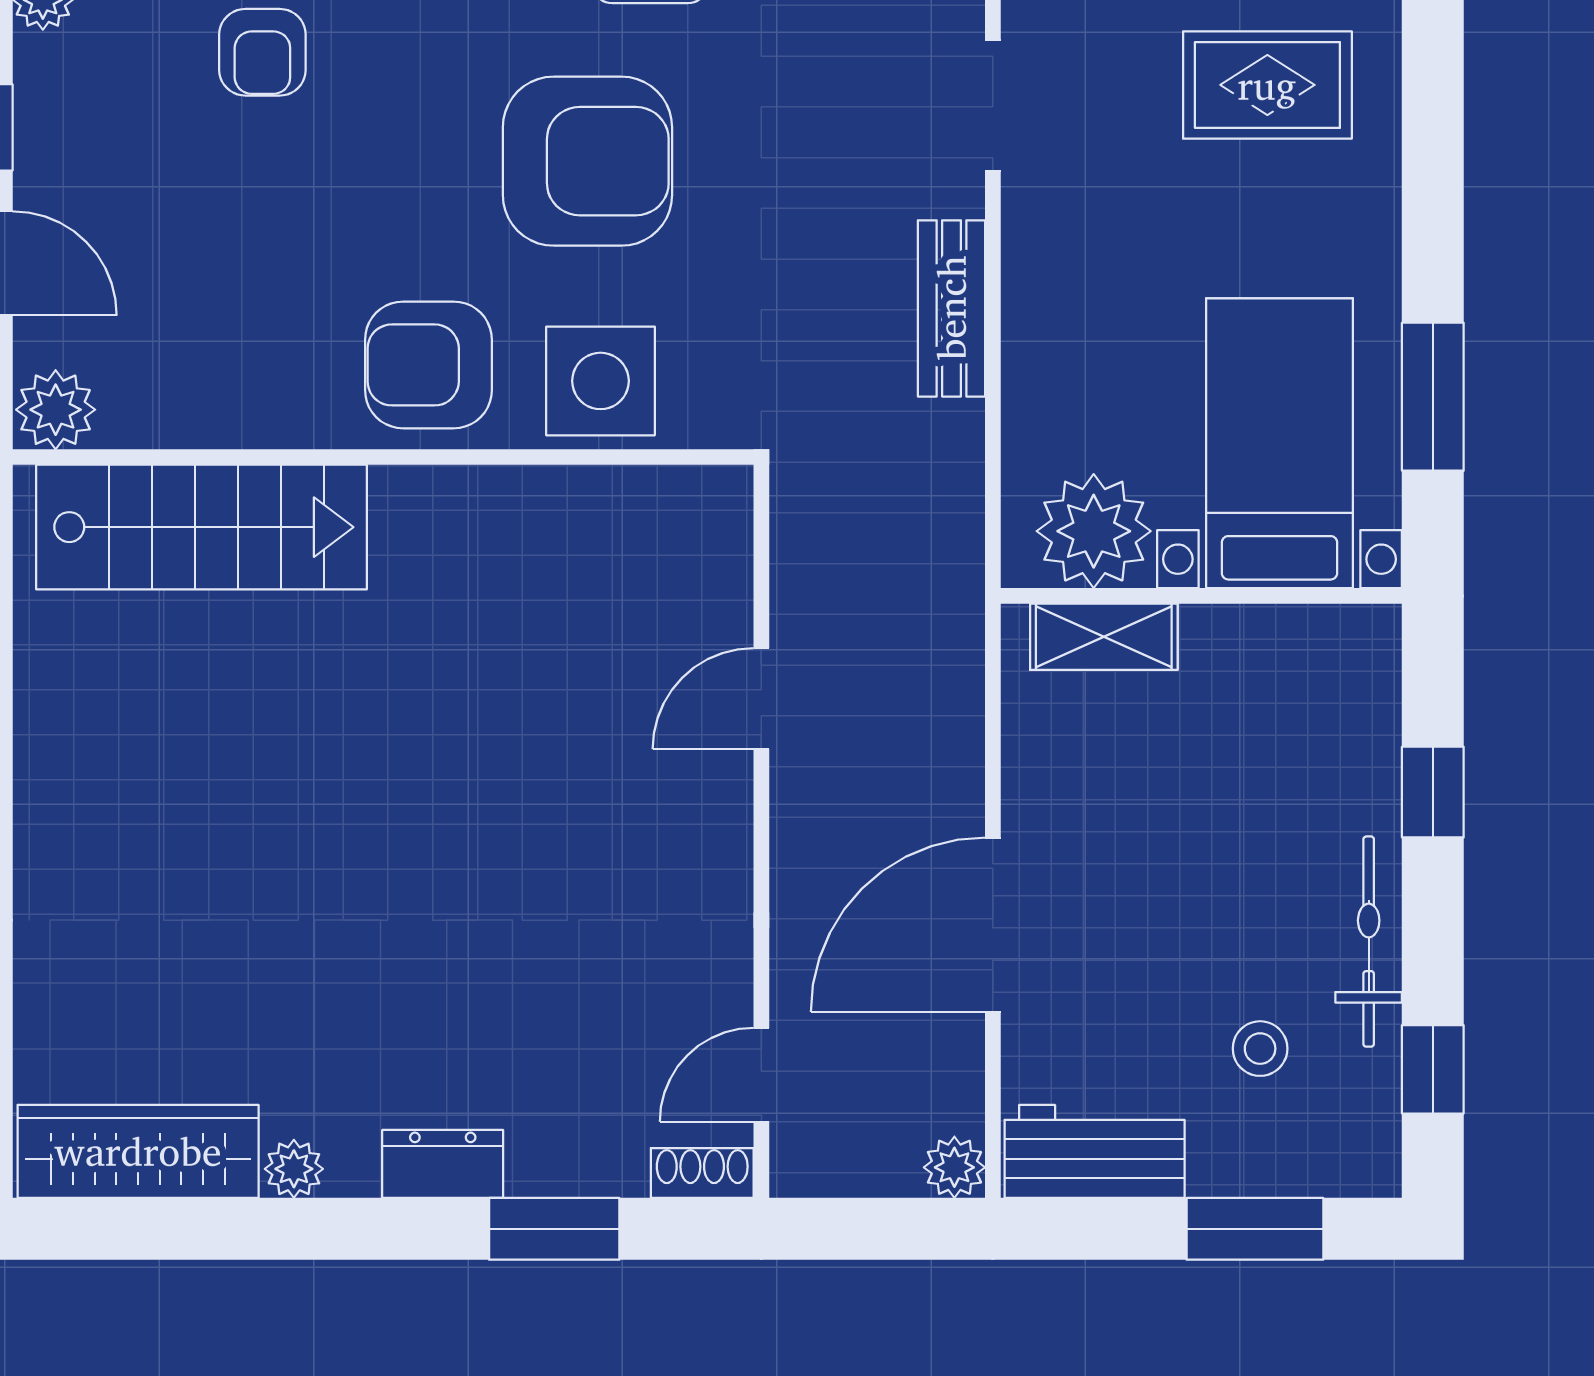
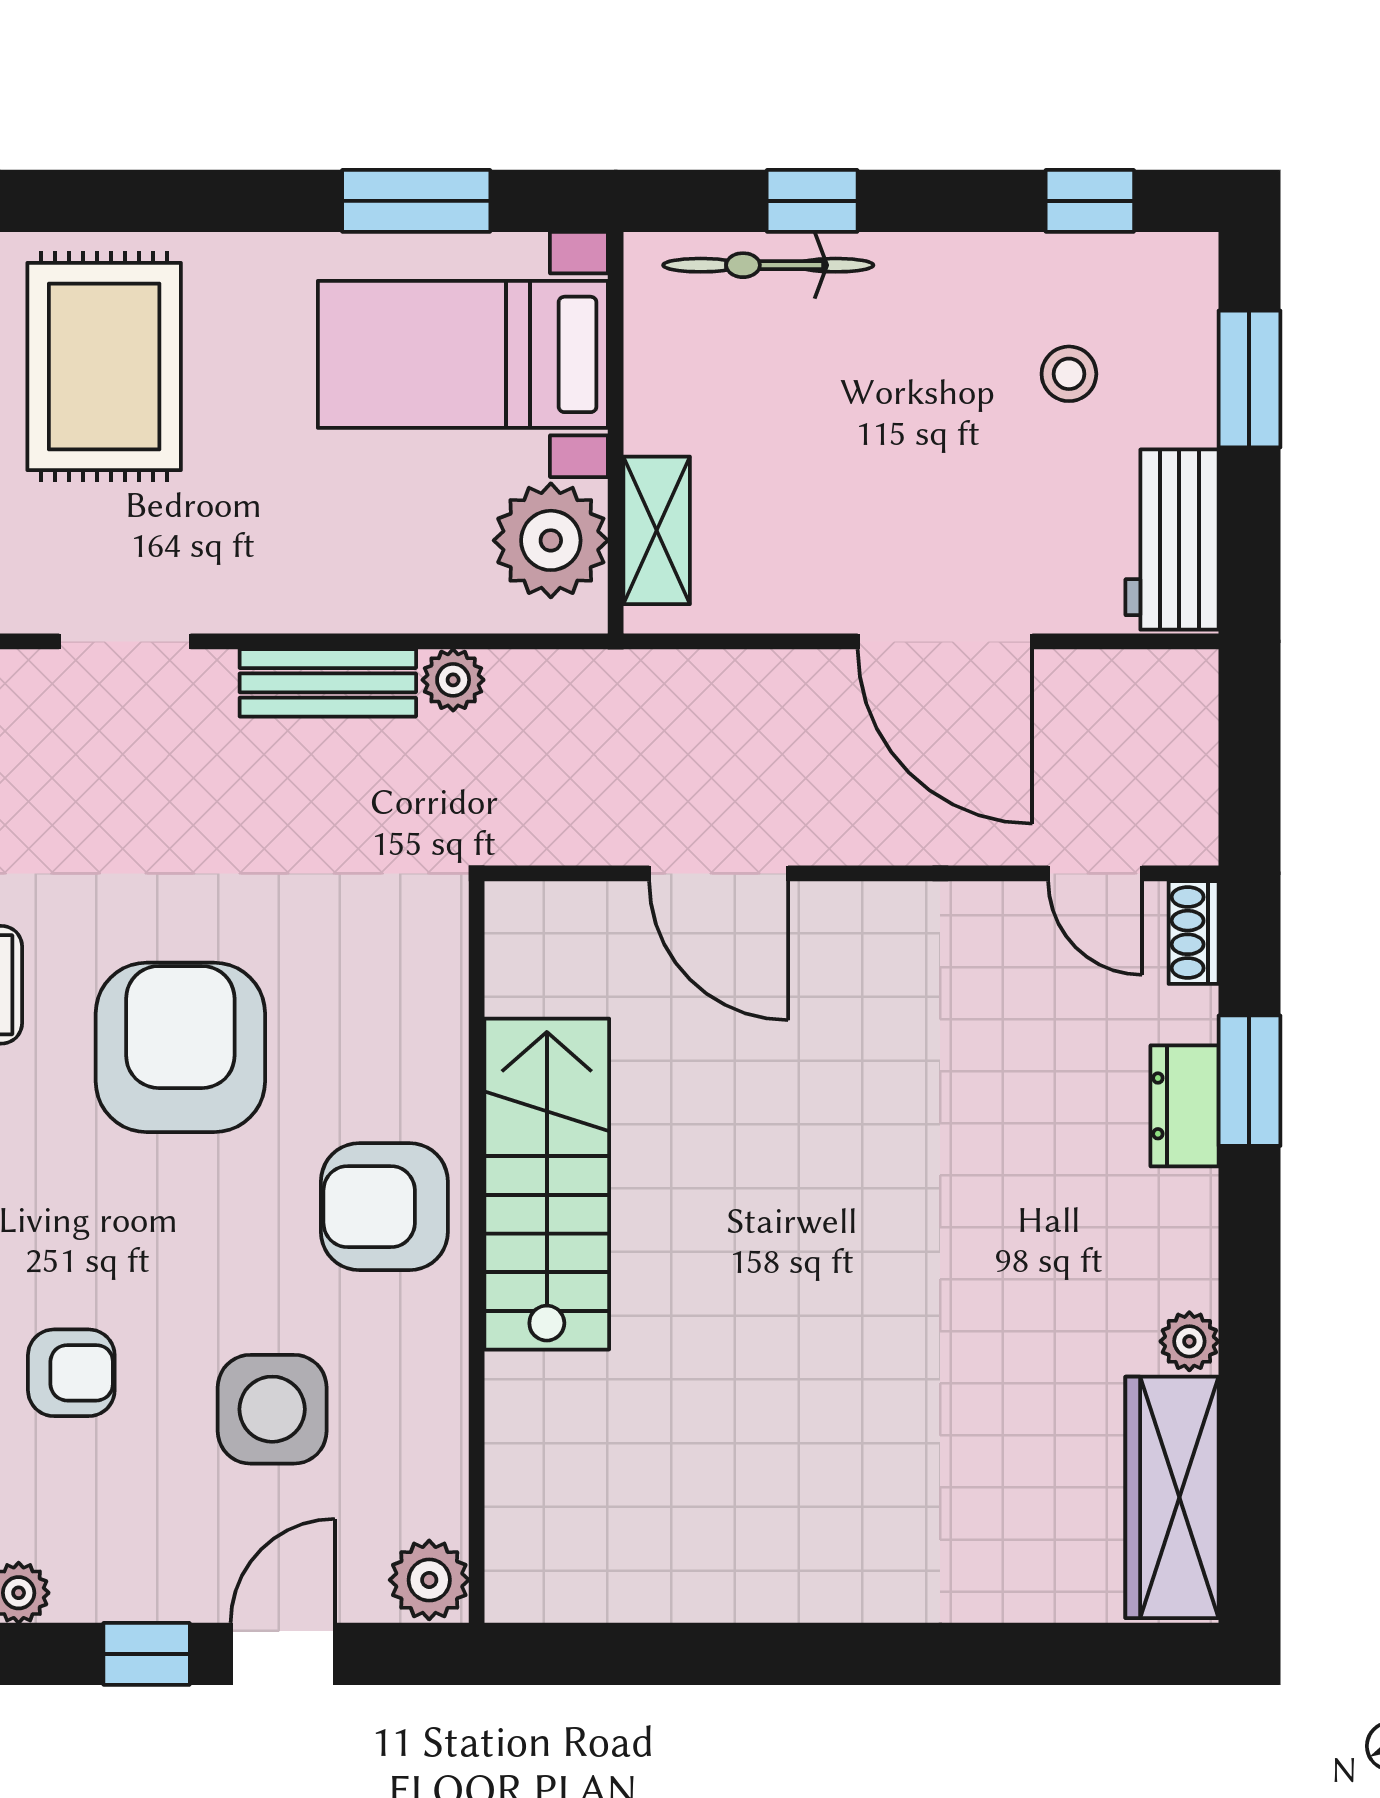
rug: (1267, 85) -> (104, 366), width x1.36, depth x1.43
armchair: (428, 365) -> (384, 1207), turned 90
side table: (600, 381) -> (272, 1409), moved
stairs: (202, 527) -> (547, 1184), moved
door: (761, 699) -> (719, 873), width x1.38
bicycle: (1369, 942) -> (768, 265), moved
dresser: (443, 1164) -> (1184, 1106), moved
plant: (954, 1167) -> (453, 680), moved

